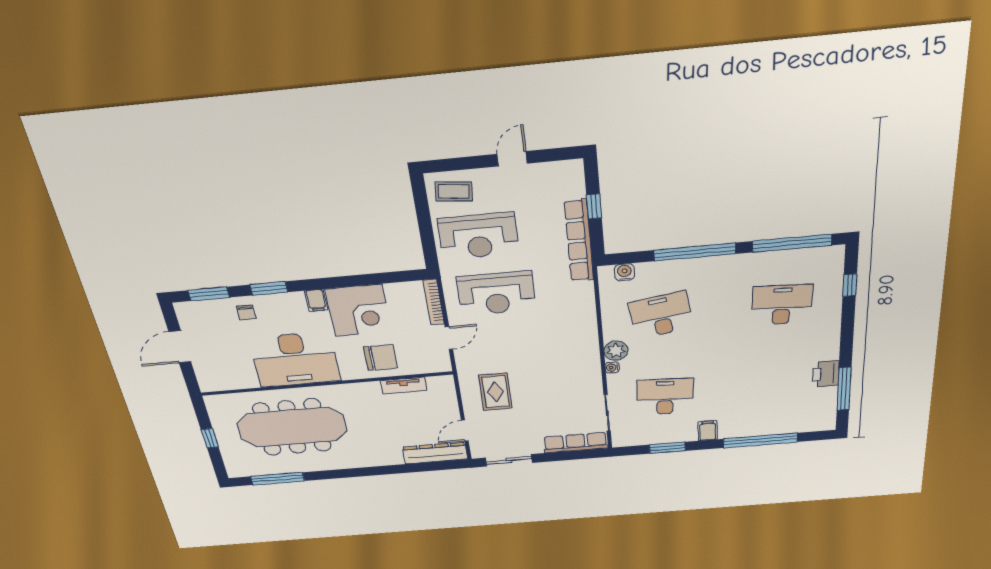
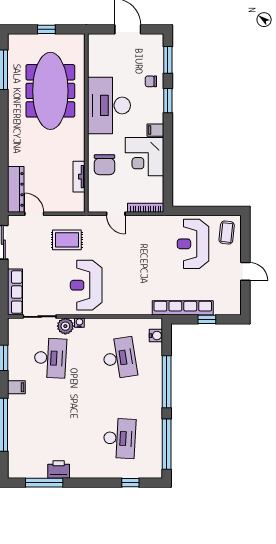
reception desk: (496, 293) -> (86, 285), moved
plant: (616, 351) -> (65, 326), moved

